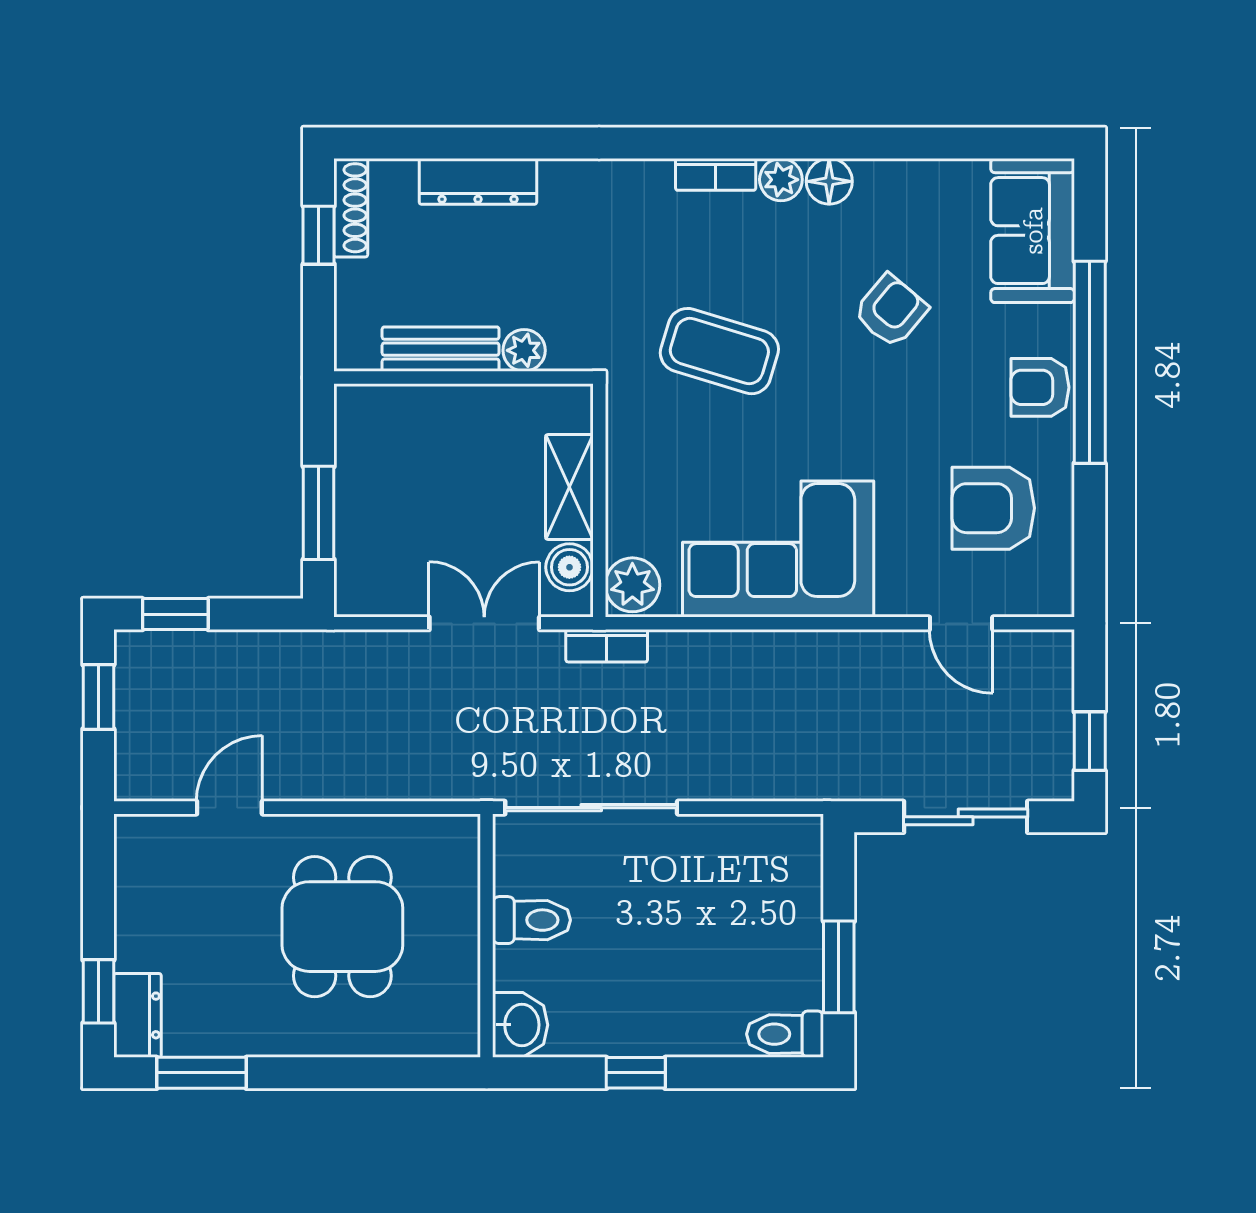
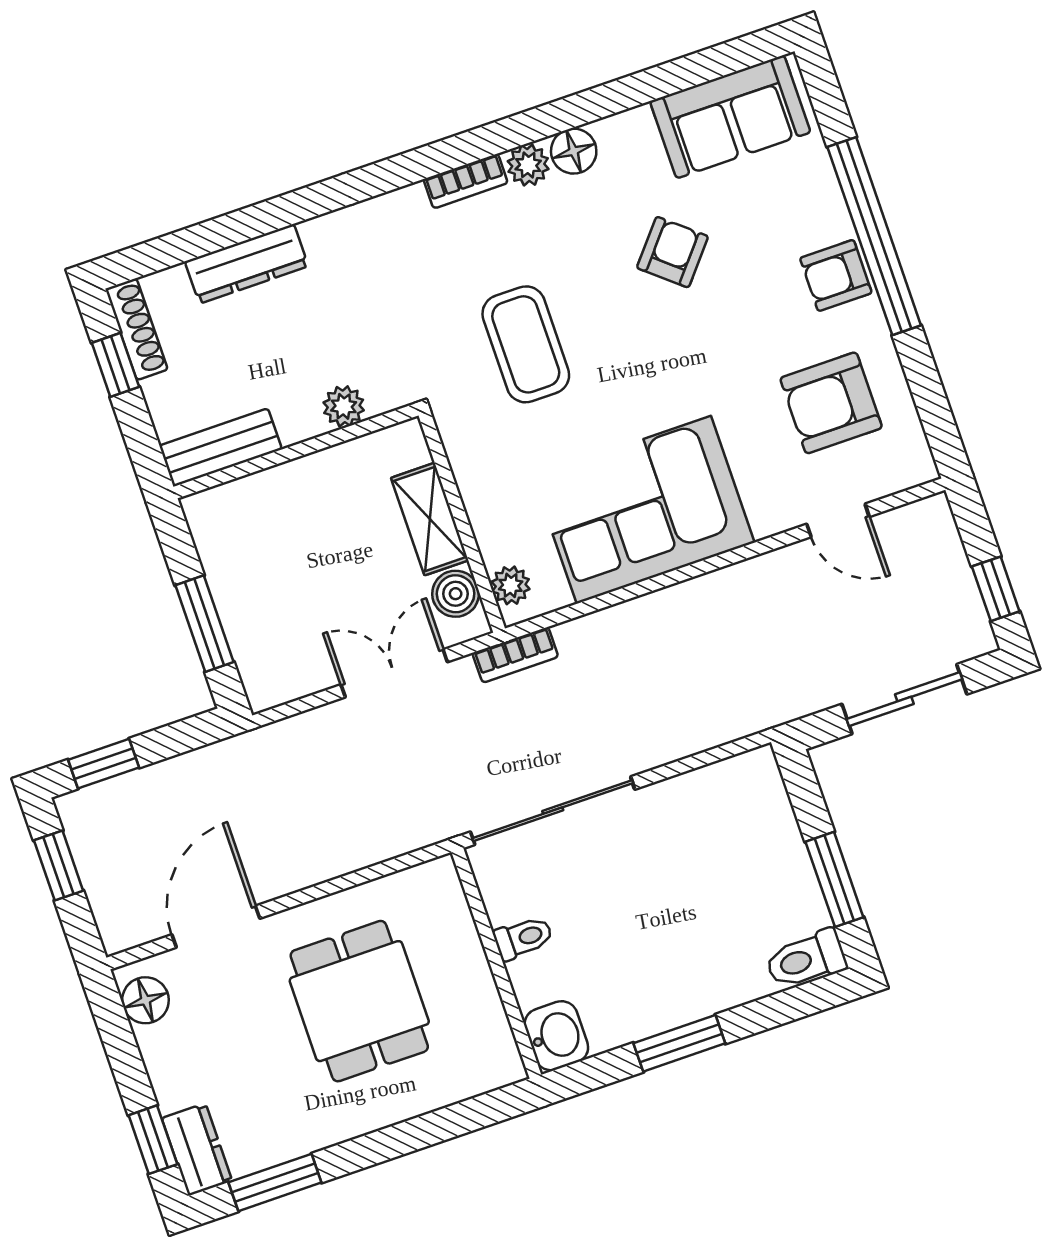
sofa: (1033, 231) -> (730, 117), moved, turned -90
bench: (441, 349) -> (221, 447), moved
coffee table: (719, 351) -> (526, 344), turned 73
plant: (632, 585) -> (511, 585), width x0.73, depth x0.73
door: (229, 808) -> (216, 927), width x1.38
floor lamp: (137, 855) -> (145, 1000), added
toilet: (532, 920) -> (523, 938), width x0.73, depth x0.72
window: (636, 1073) -> (679, 1043), width x1.50

